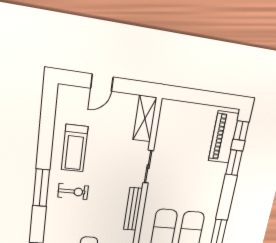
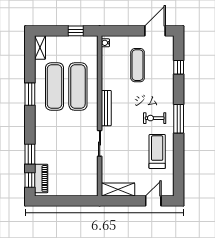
door: (102, 83) -> (153, 201), moved
shelving: (145, 119) -> (118, 189), moved, turned 90
piano: (224, 137) -> (41, 178), width x0.73, depth x0.75

